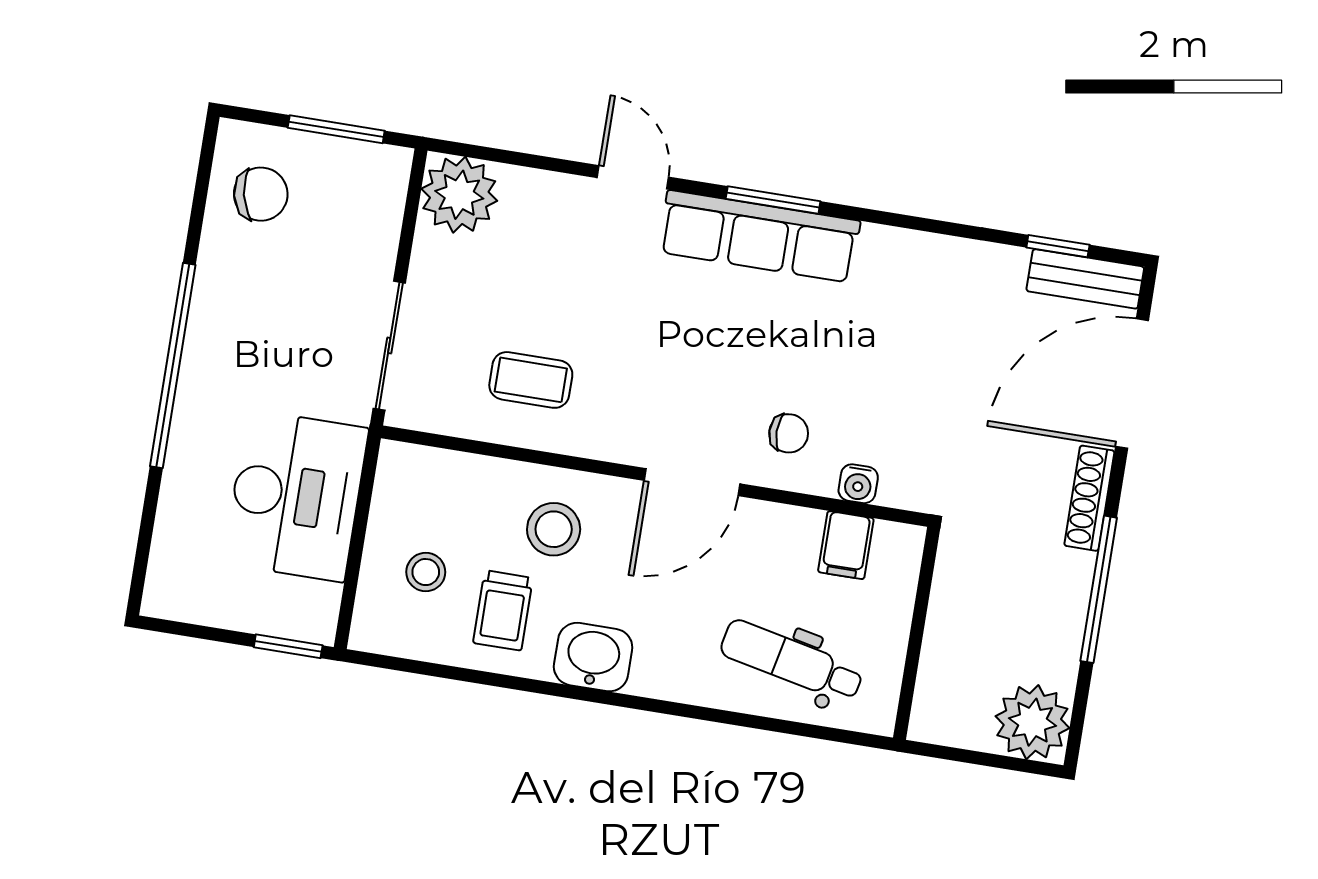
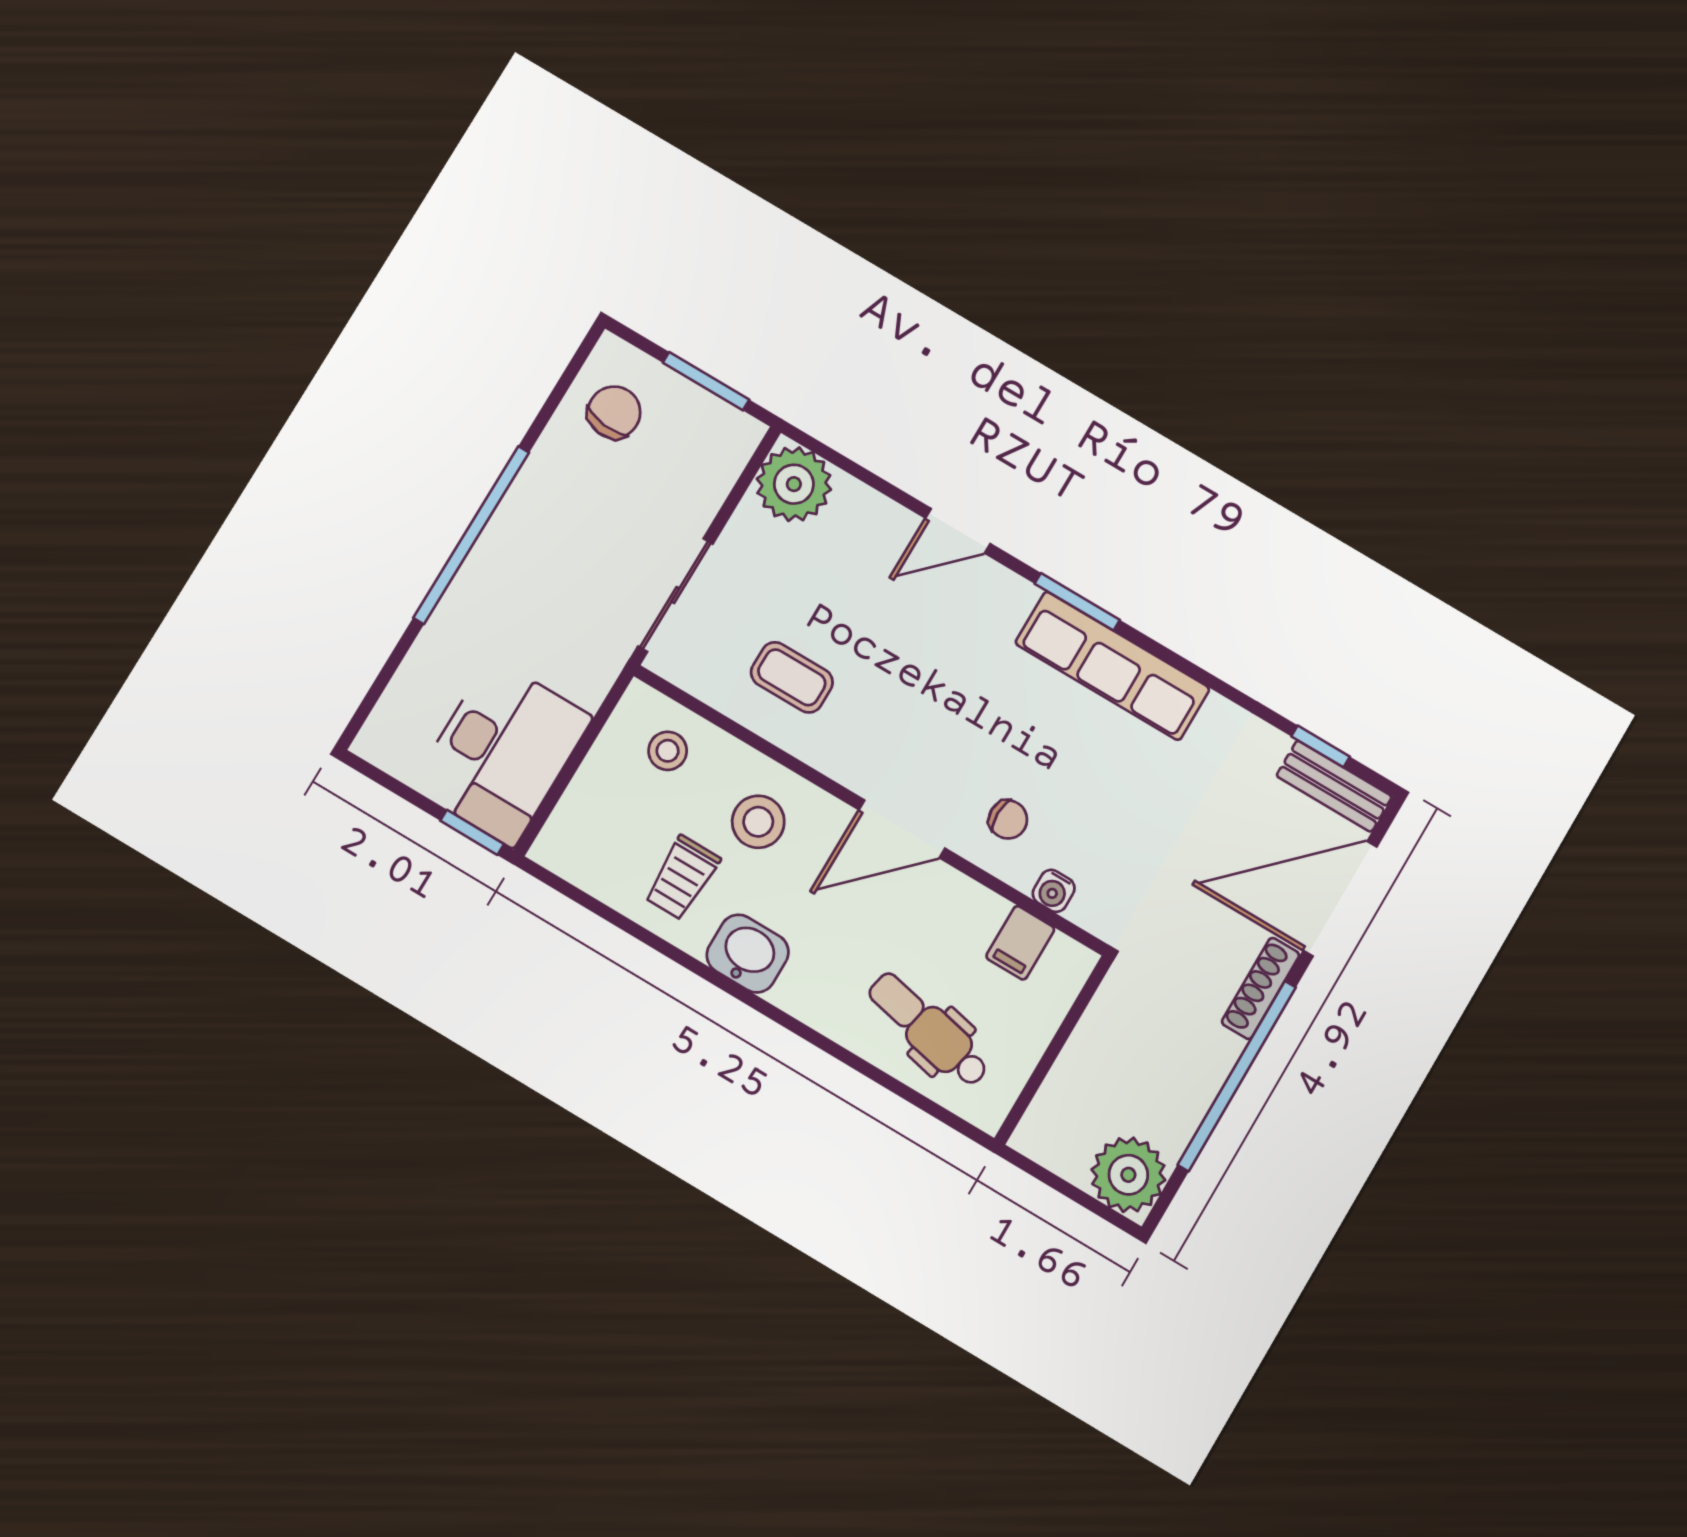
door: (633, 177) -> (958, 531), swing flipped
chair: (261, 194) -> (614, 412), turned -72
row of seats: (759, 236) -> (1112, 666), moved
desk: (296, 496) -> (502, 752), moved
stool: (426, 572) -> (668, 751), moved
window: (1099, 589) -> (1237, 1076), width x1.46

